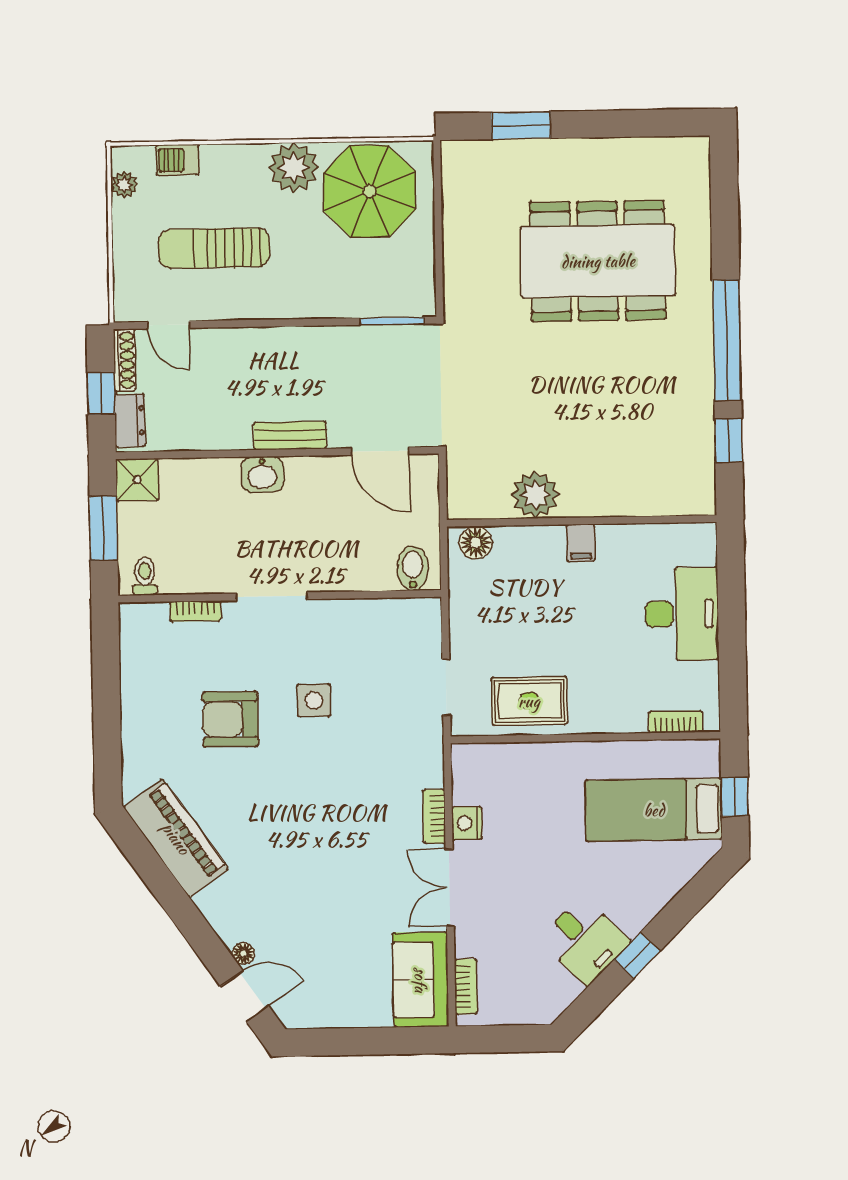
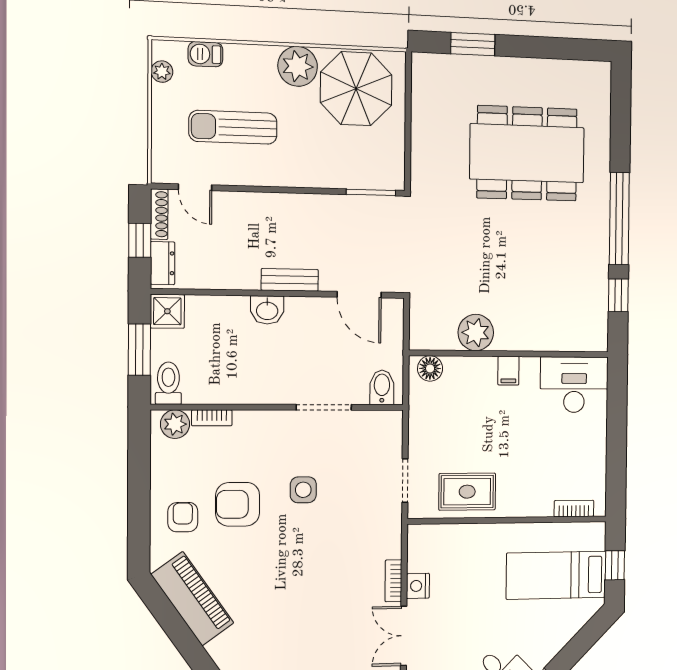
toilet: (145, 576) -> (168, 383), width x1.37, depth x1.39
doorway: (272, 596) -> (324, 407), moved
desk: (682, 614) -> (574, 385), moved, turned -90
plant: (150, 620) -> (175, 424), added
armchair: (162, 736) -> (183, 517), added

